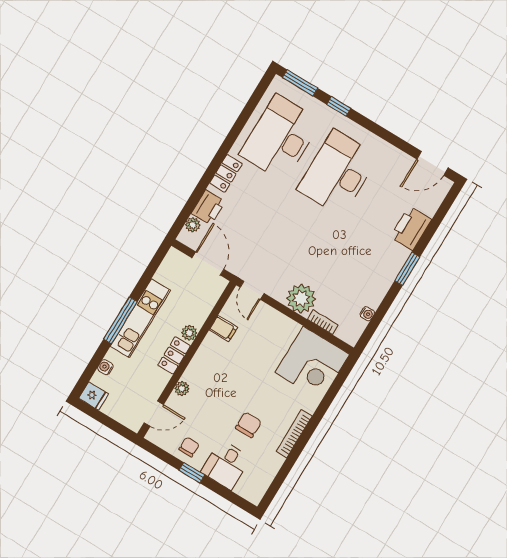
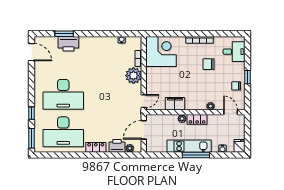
window: (407, 269) -> (64, 34), moved
filing cabinet: (223, 329) -> (175, 104), width x2.00
desk: (226, 465) -> (234, 52), moved

